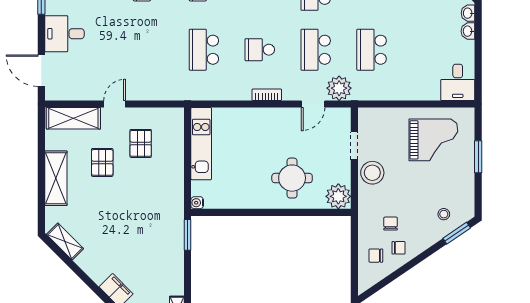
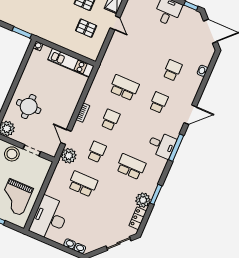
school desk: (316, 50) -> (97, 152), width x0.54
desk: (458, 82) -> (49, 218), width x1.87, depth x1.30

